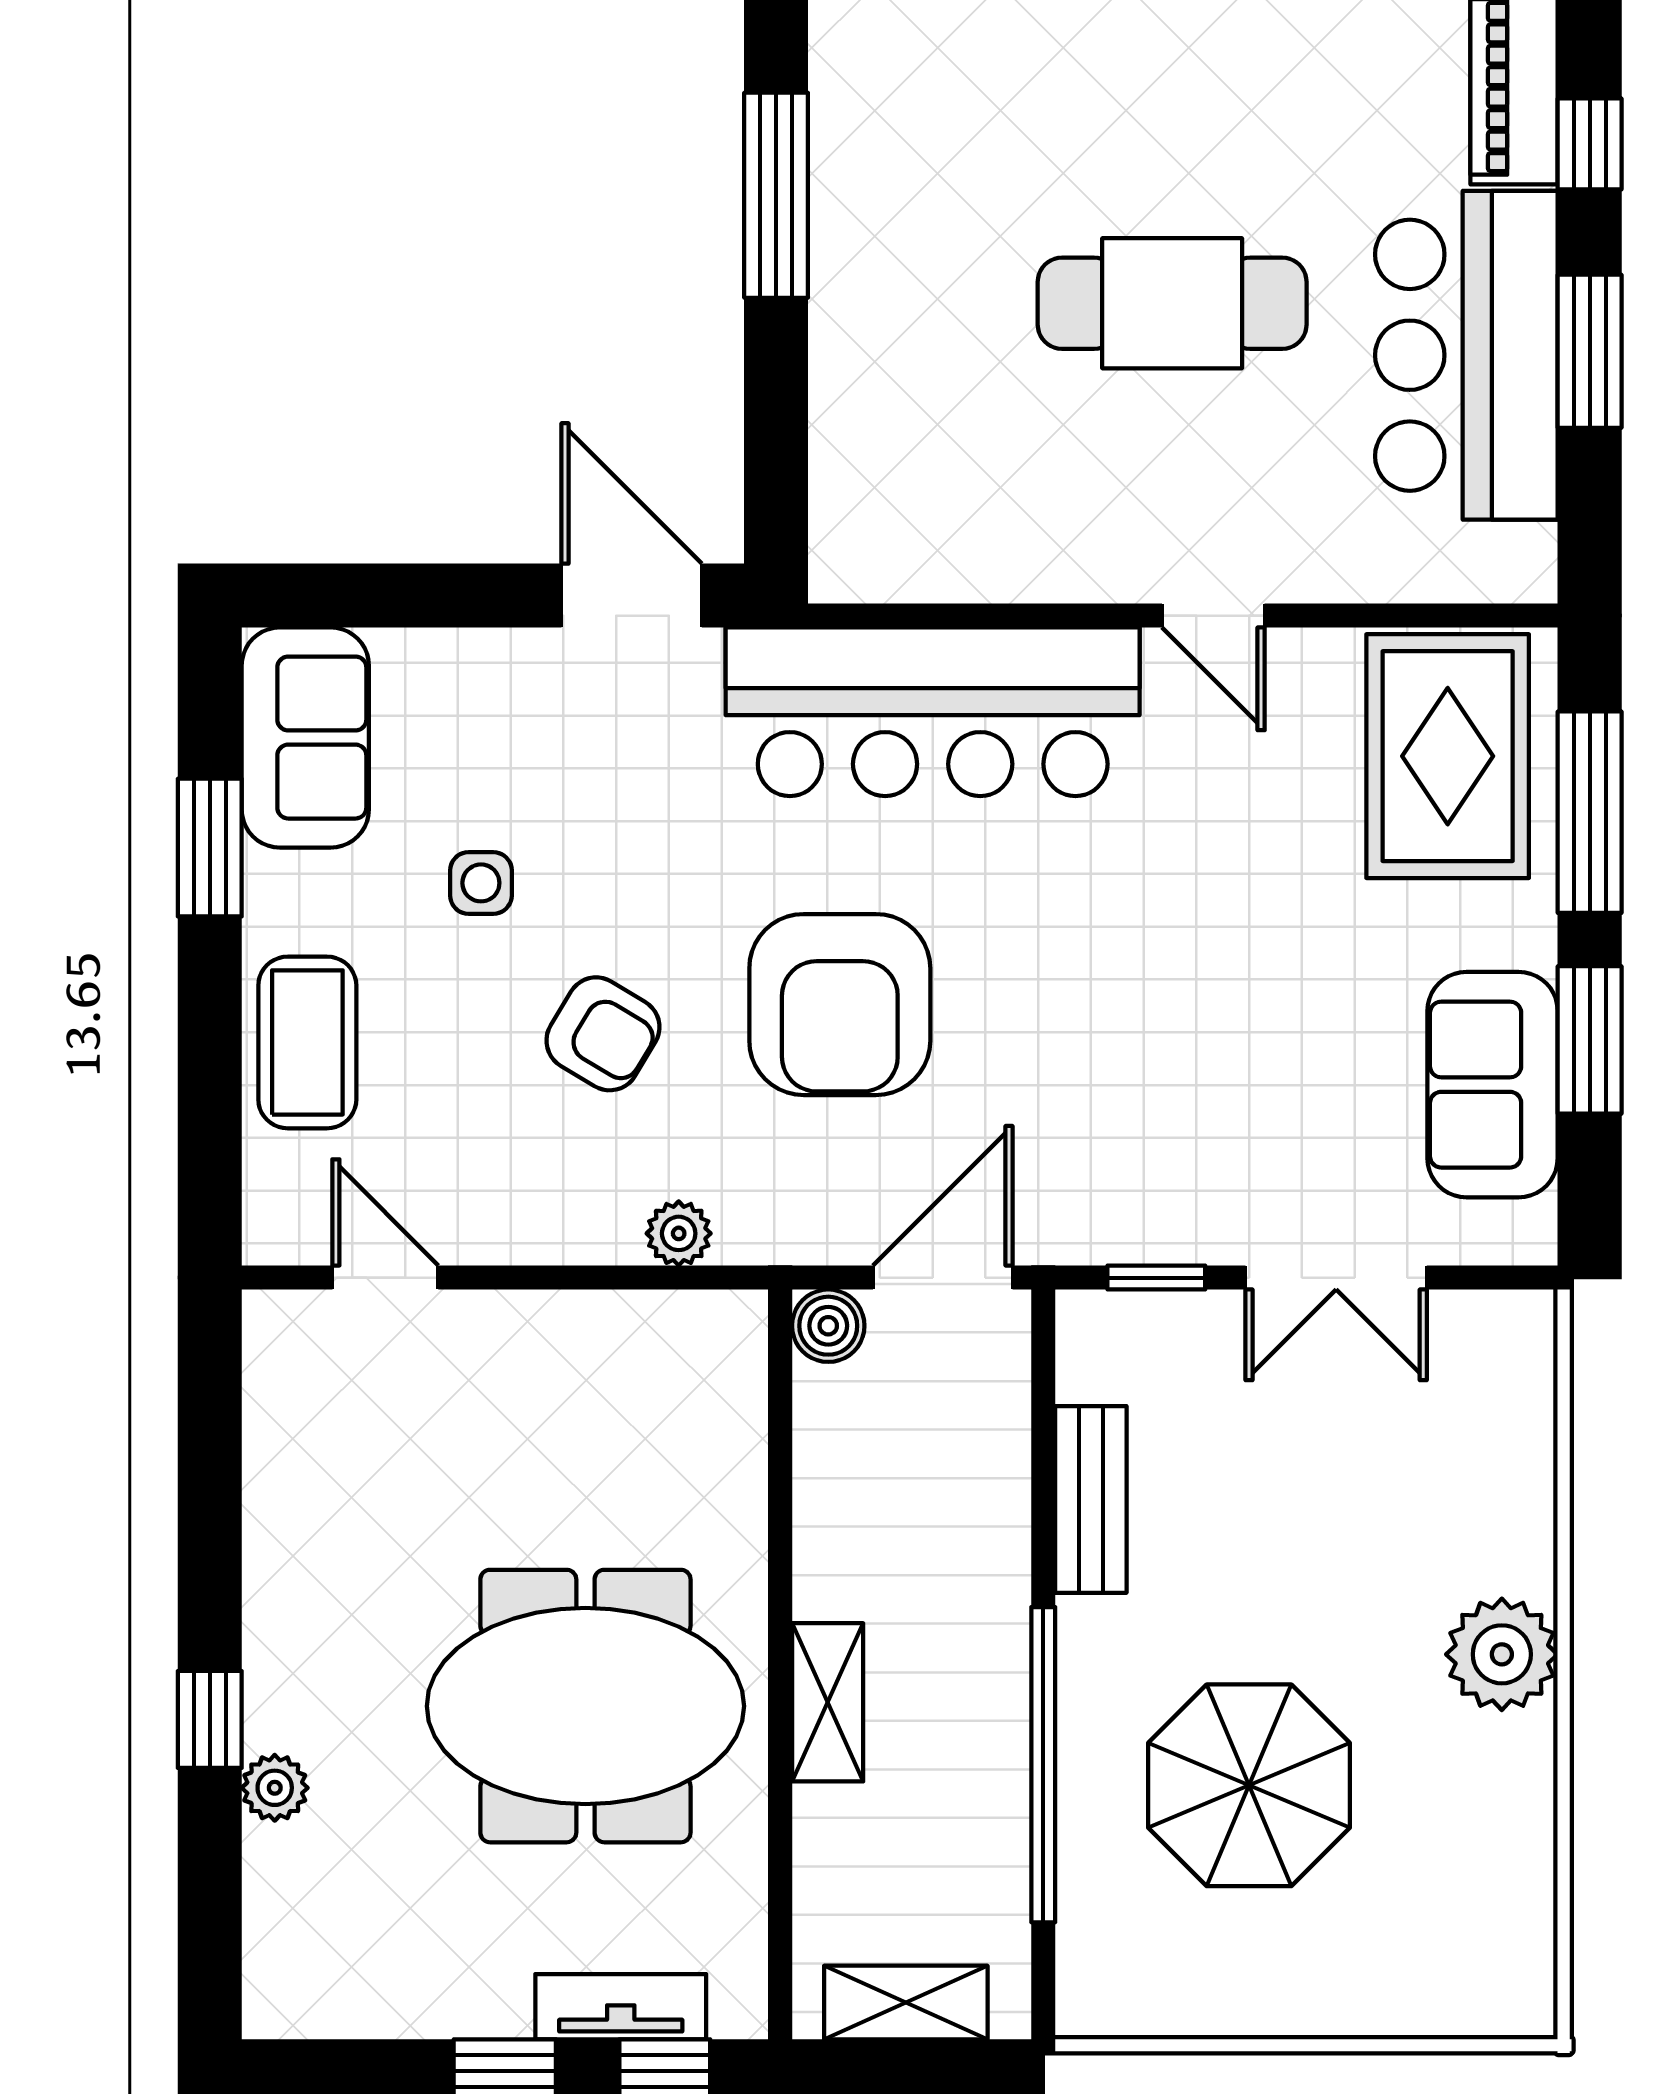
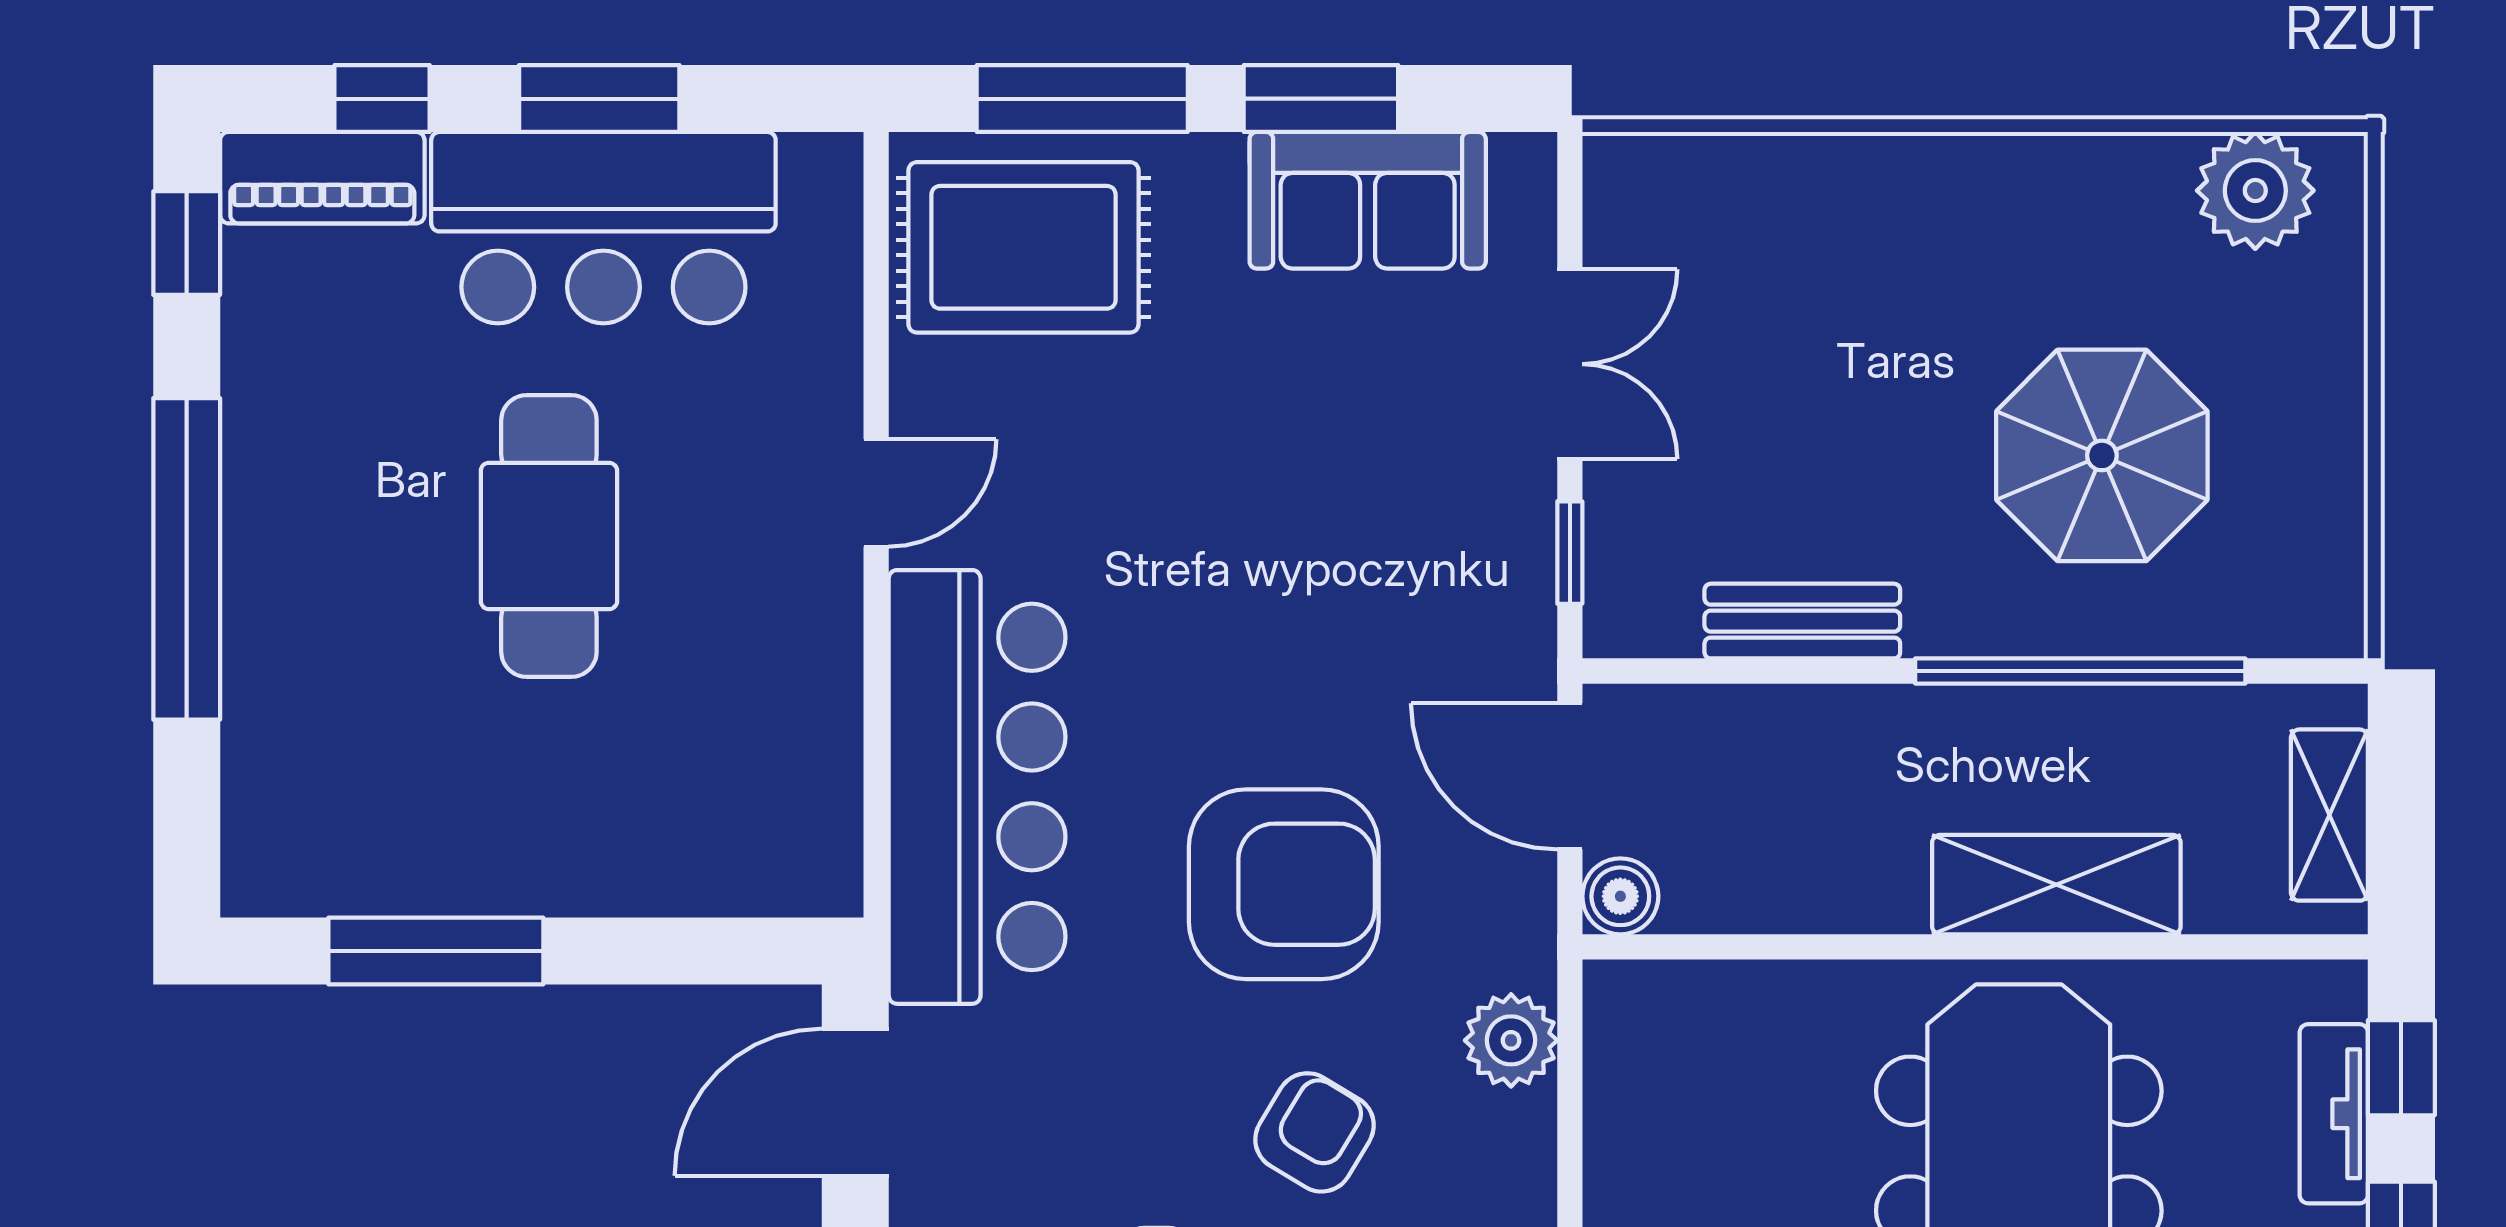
plant: (679, 1233) -> (1511, 1040), width x1.38, depth x1.38
plant: (1502, 1654) -> (2255, 191), moved
shelving: (828, 1702) -> (2056, 885), width x1.50, depth x1.33

